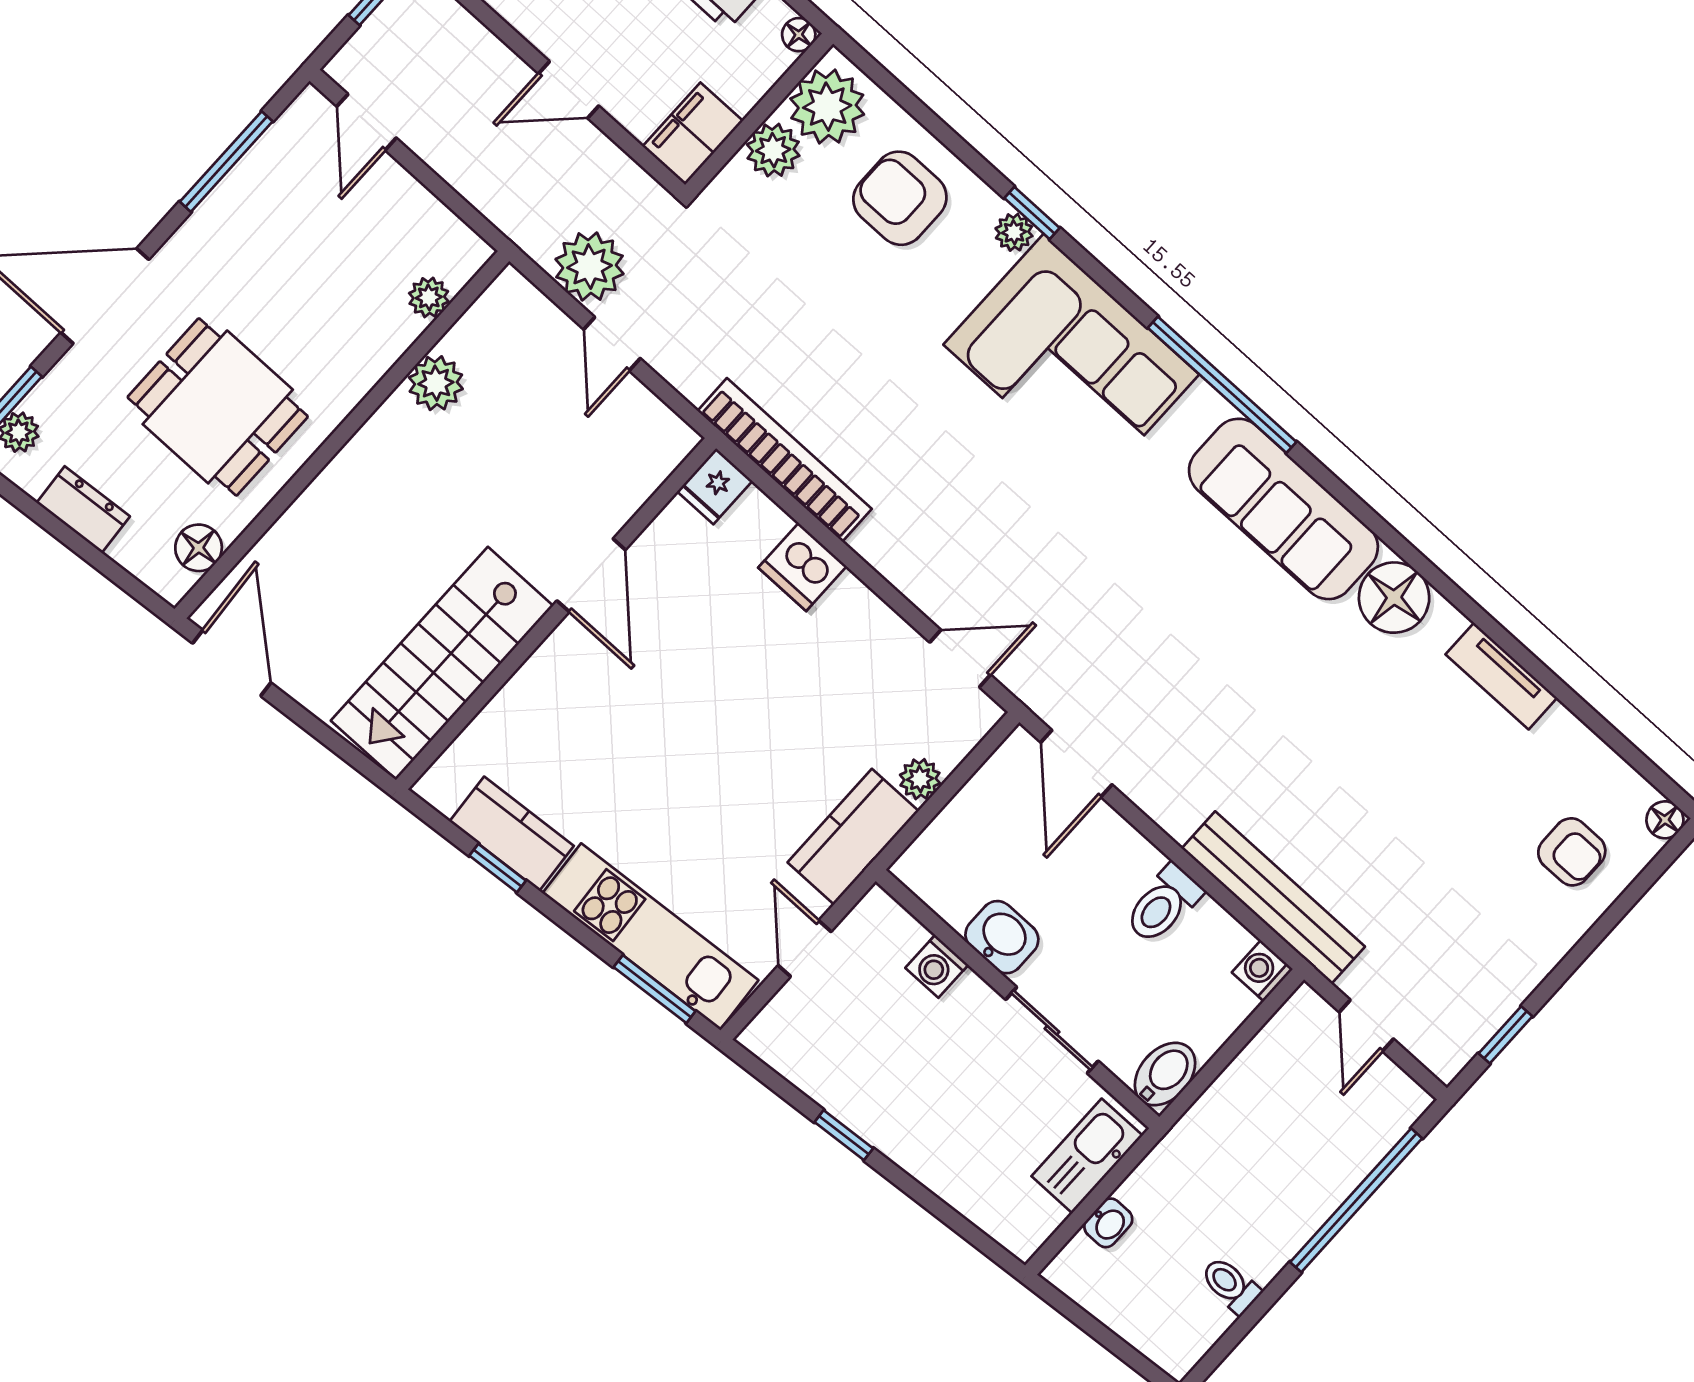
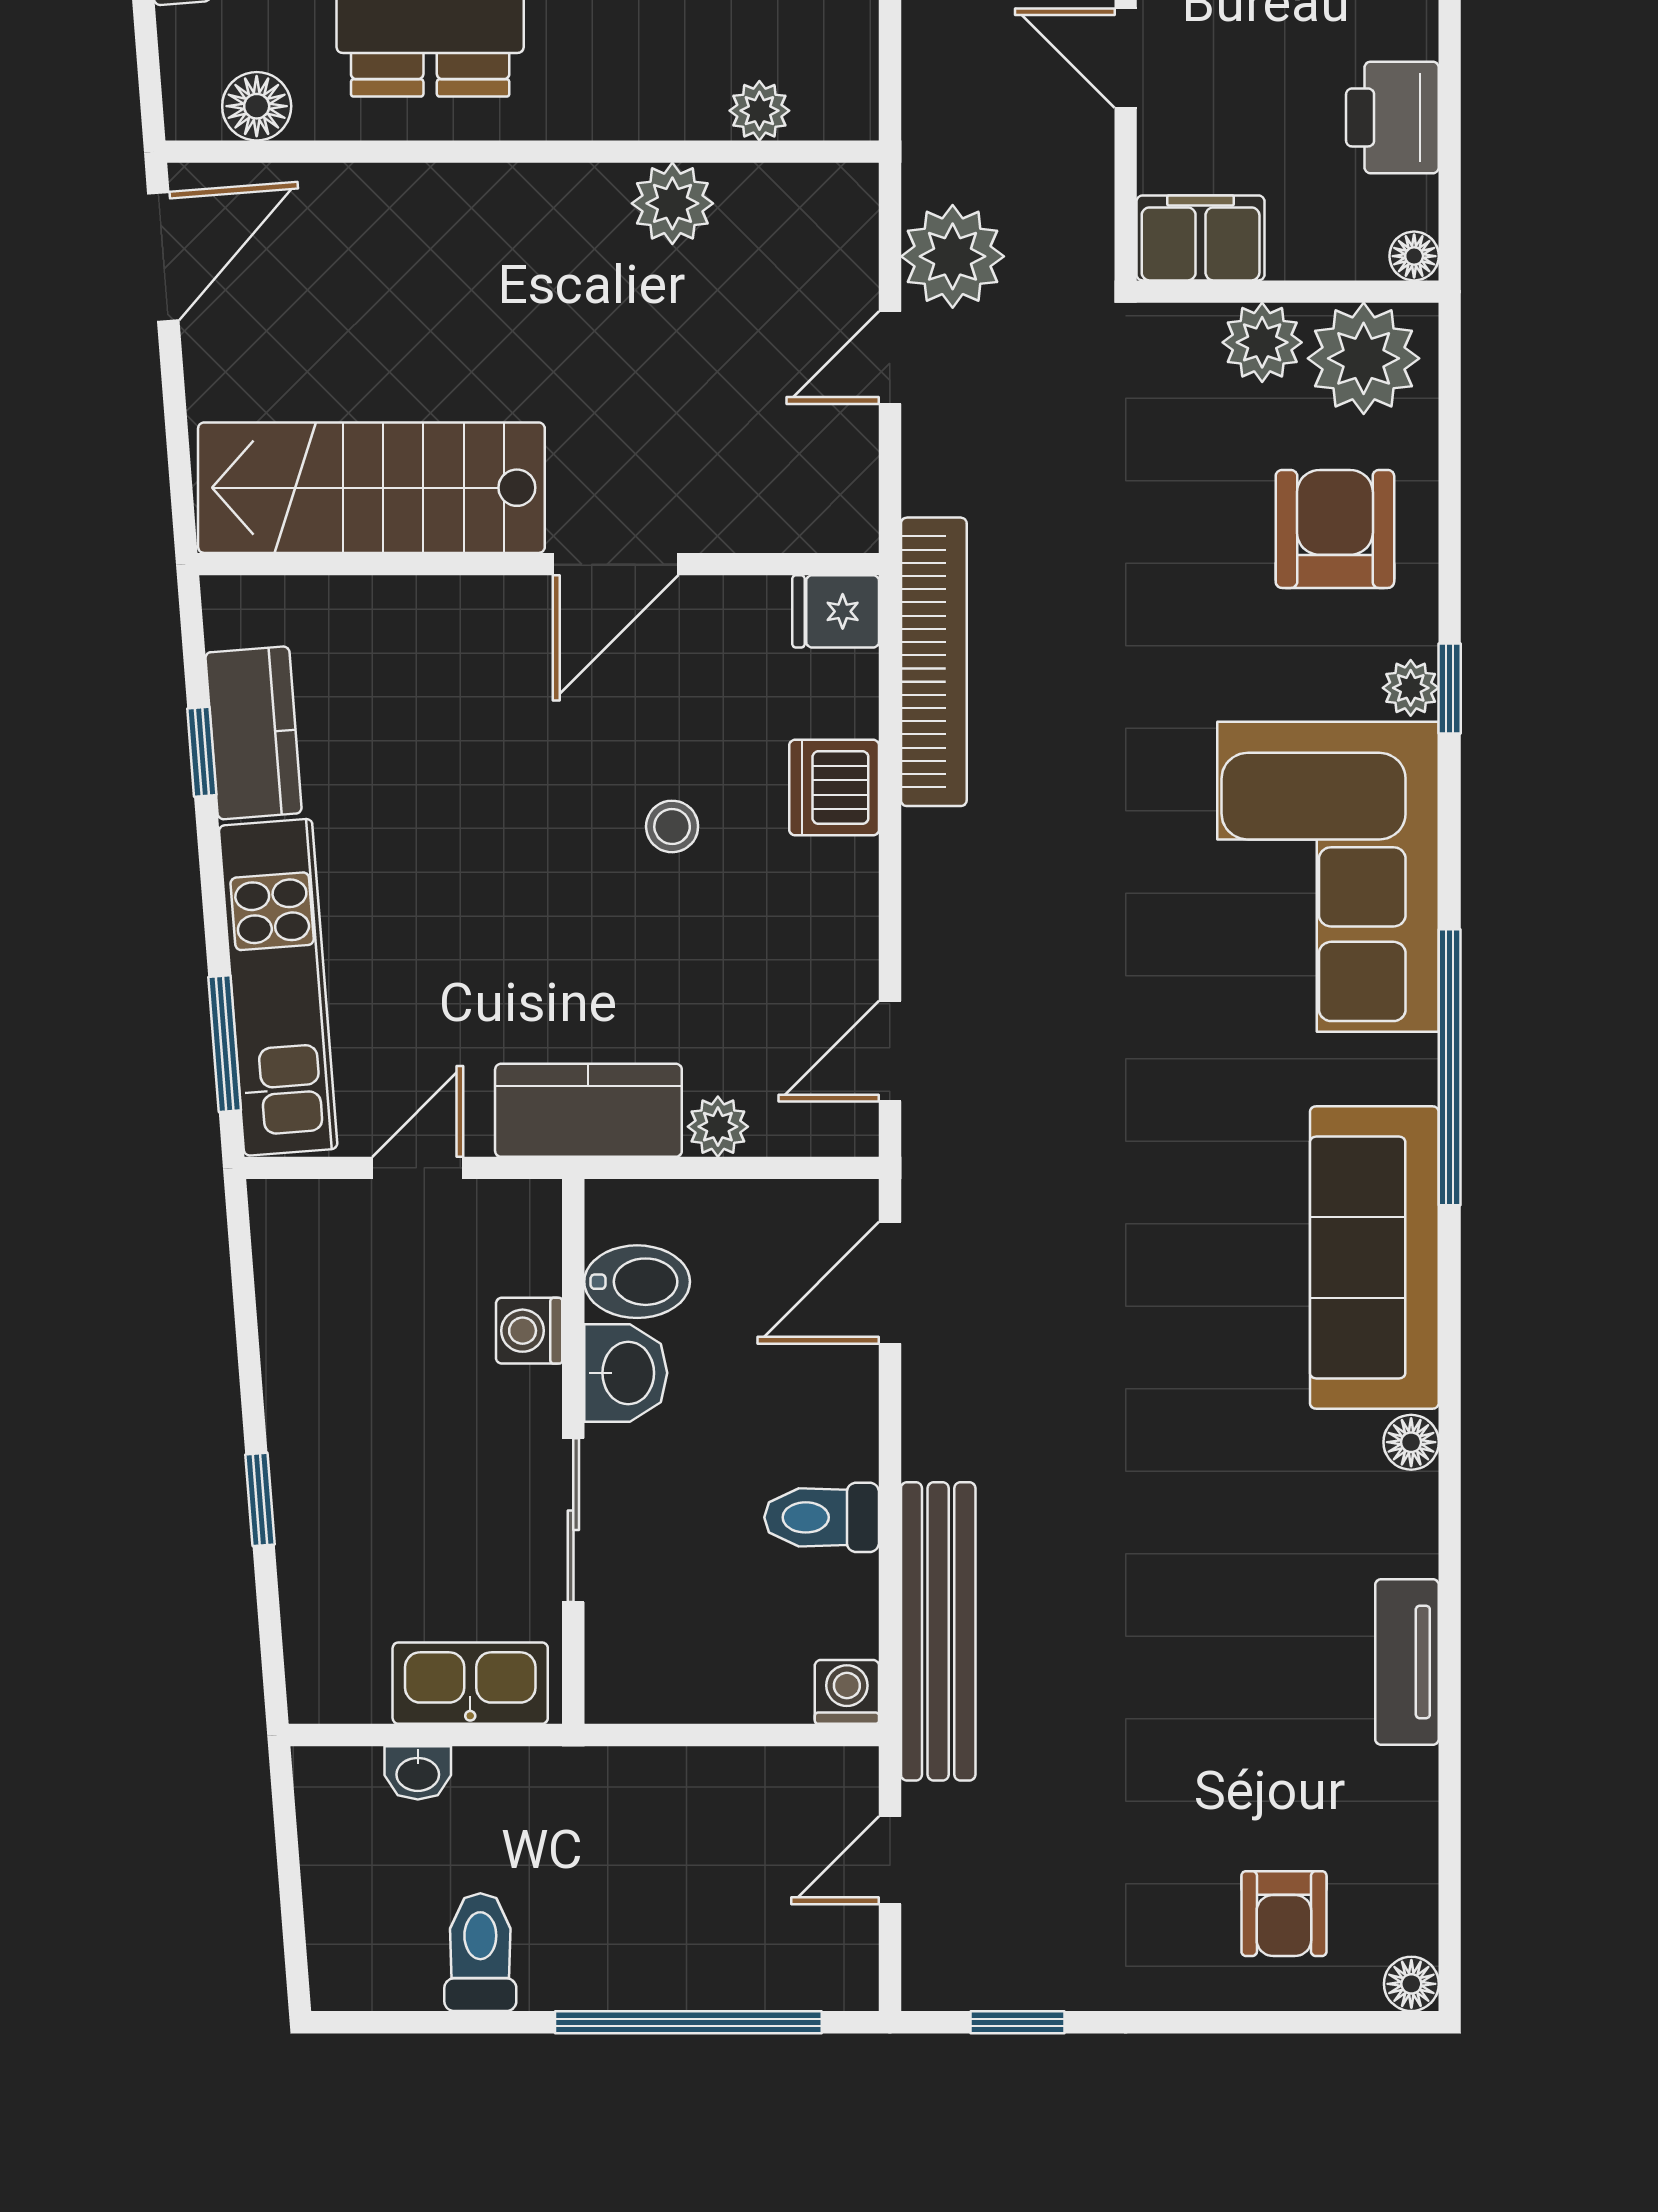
floor lamp: (1394, 598) -> (1411, 1442), width x0.53, depth x0.53
door: (960, 658) -> (890, 1051), swing flipped
stool: (749, 666) -> (672, 826), added
bidet: (1165, 1074) -> (637, 1282), moved
window: (844, 1135) -> (260, 1499), moved
toilet: (1231, 1285) -> (480, 1952), width x1.37, depth x1.39

